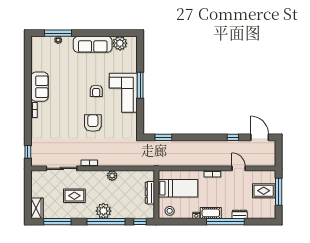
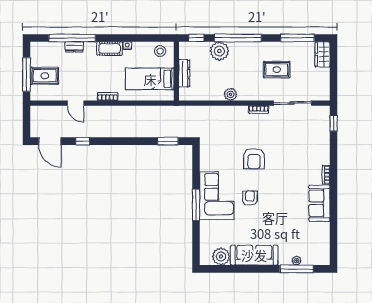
plant: (103, 211) -> (219, 51), moved
window: (225, 222) -> (72, 38), moved

